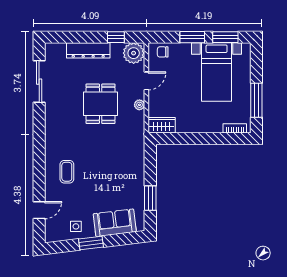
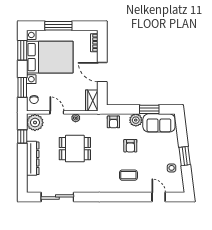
window: (192, 37) -> (22, 87), moved
bed with nightstands: (217, 72) -> (50, 57), width x1.36
window: (256, 100) -> (58, 26), moved
door: (198, 139) -> (102, 72), added
armchair: (134, 153) -> (113, 122), added
armchair: (104, 174) -> (130, 146), added
plant: (137, 181) -> (136, 120), added
sofa: (115, 223) -> (159, 123), moved, turned -83

